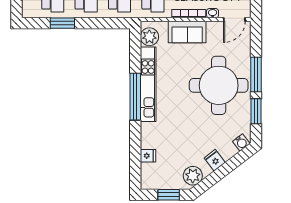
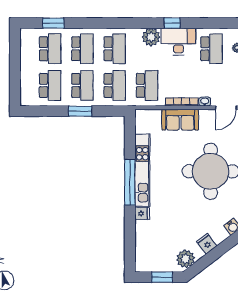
window: (62, 23) -> (80, 111), moved
plant: (149, 37) -> (144, 124), removed
fridge: (148, 156) -> (142, 214), moved

